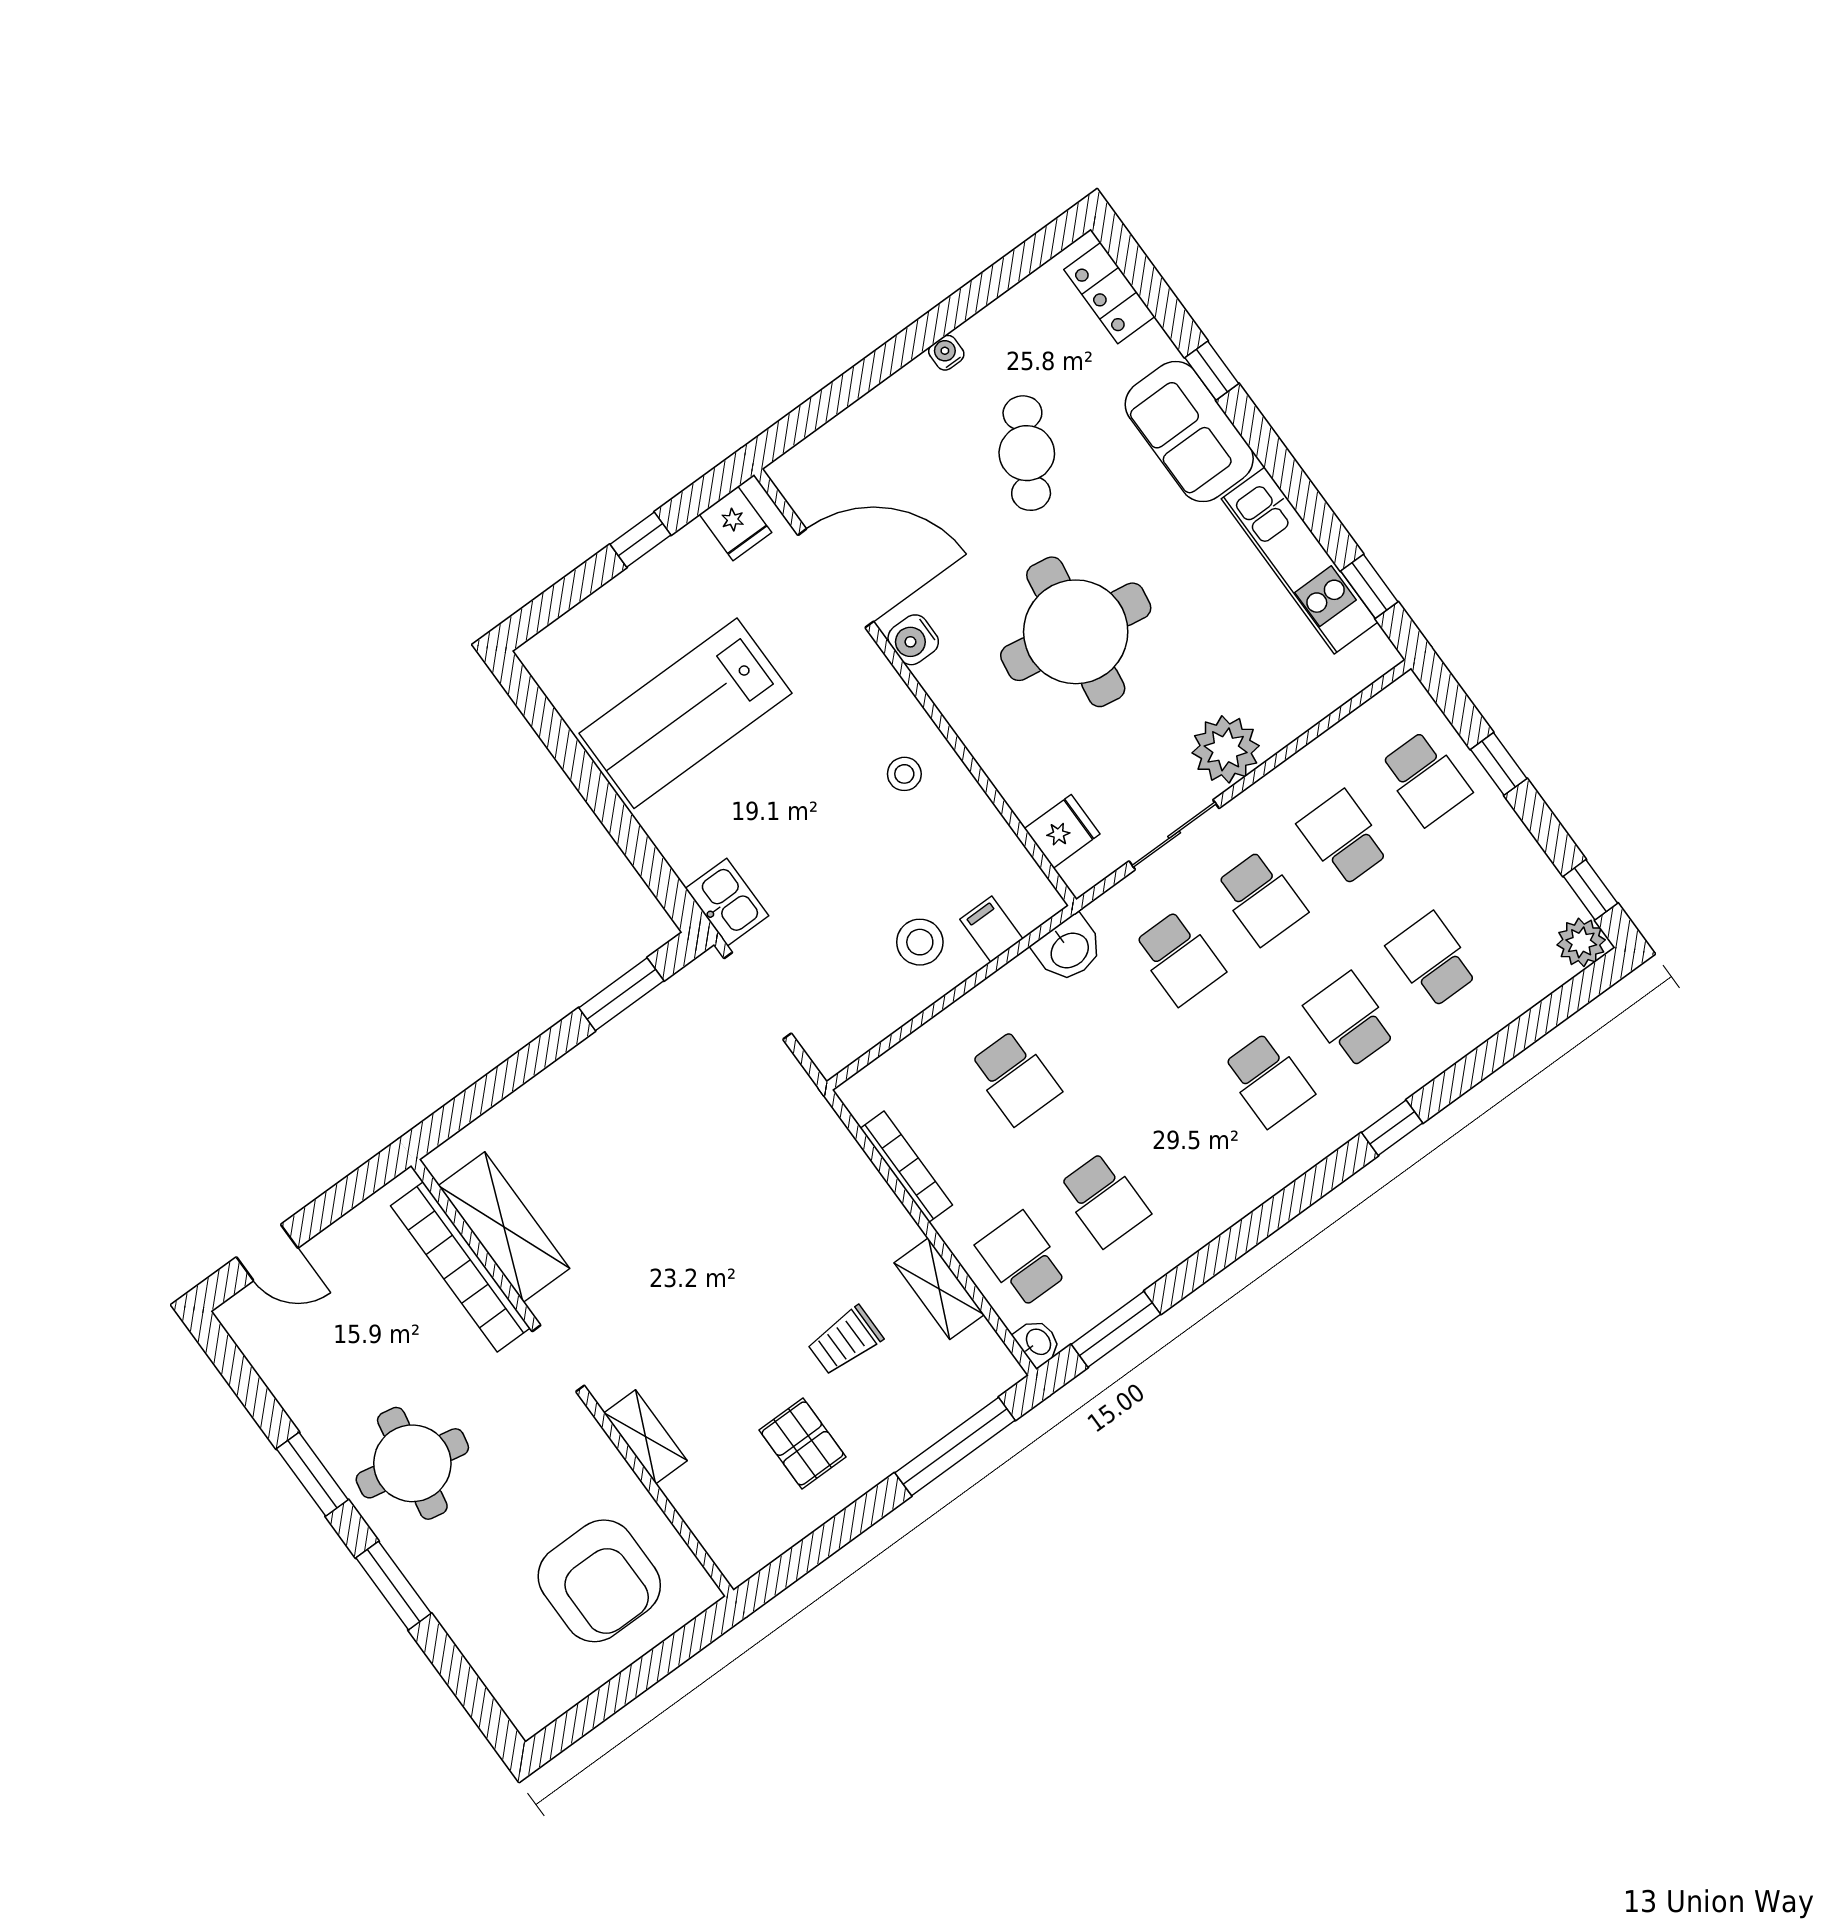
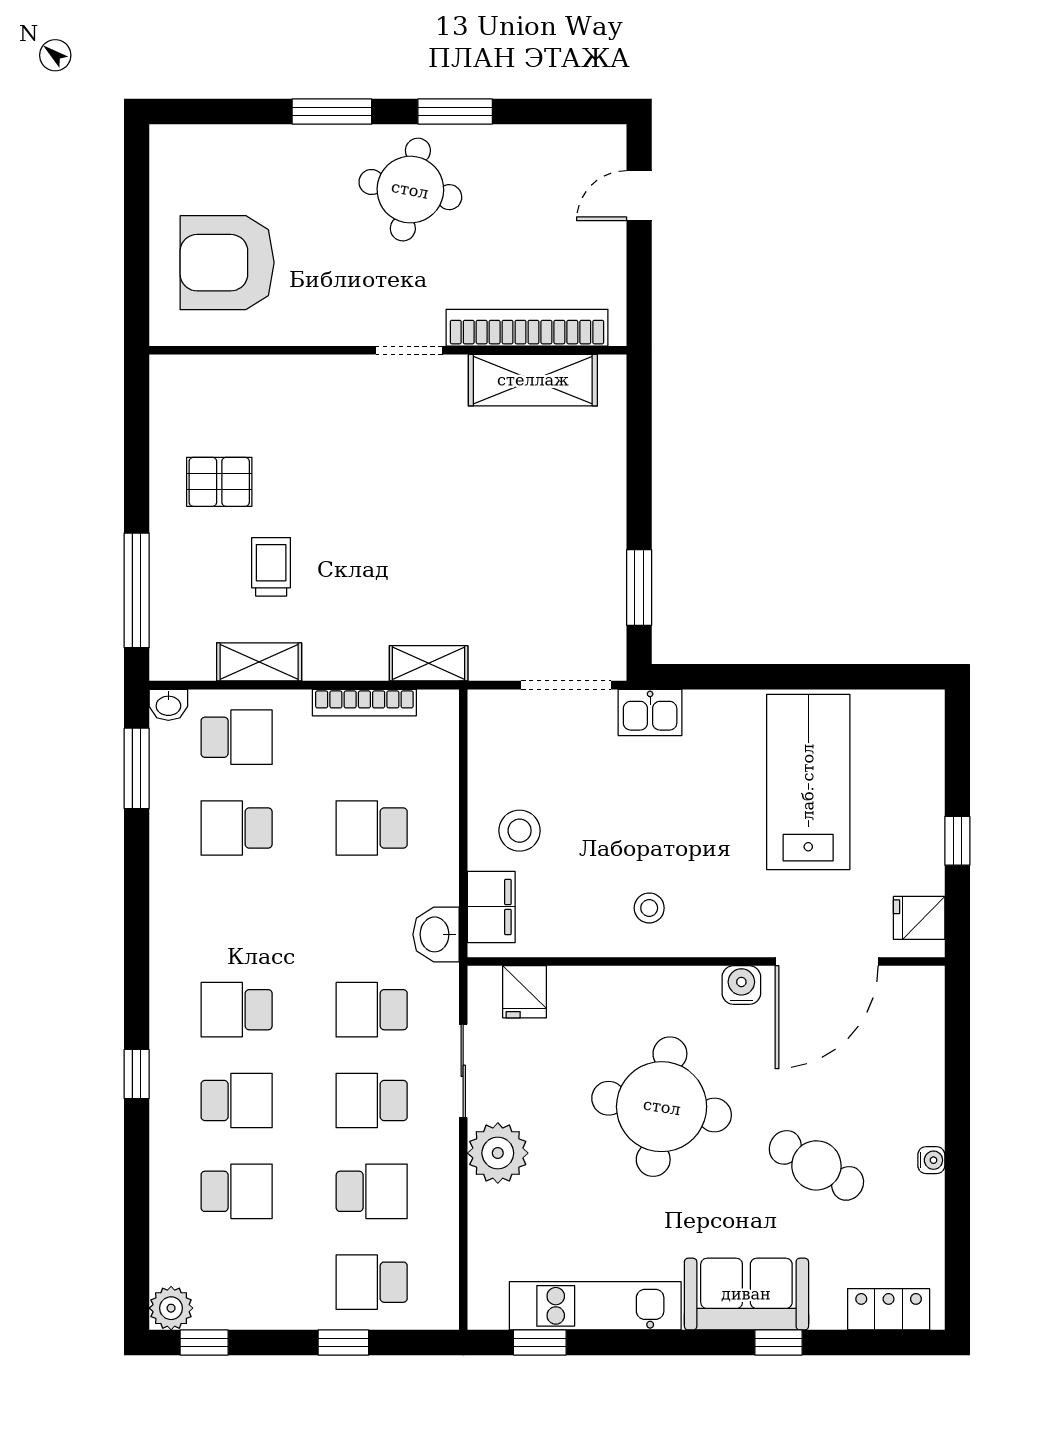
filing cabinet: (991, 929) -> (491, 907), width x2.00
shelving: (646, 1437) -> (429, 663), moved

